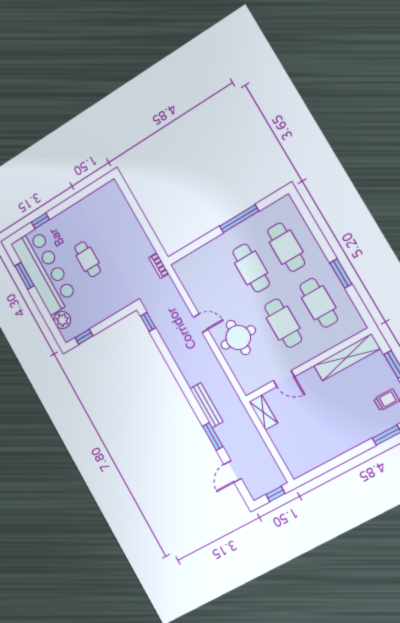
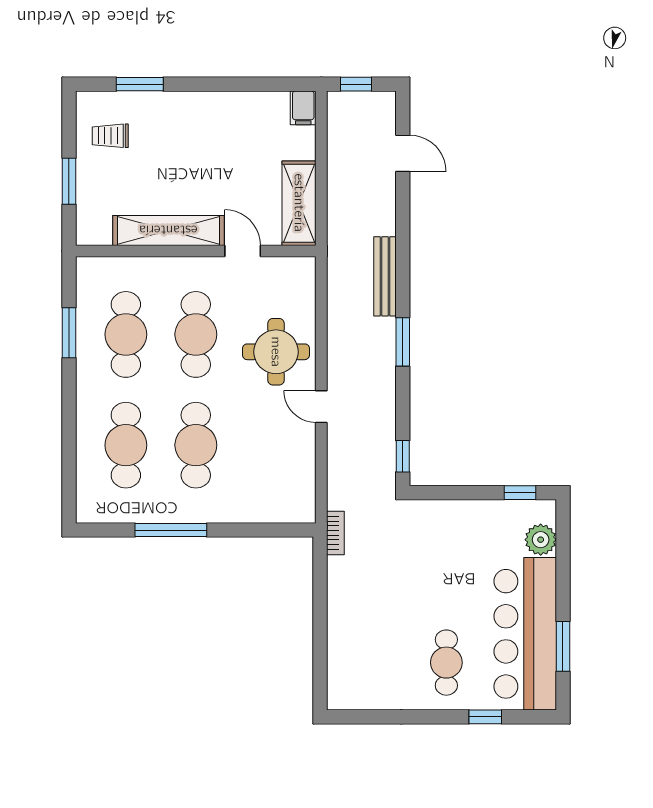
cafe table: (88, 259) -> (446, 663), moved
window: (341, 273) -> (69, 333), moved
shelving: (347, 357) -> (168, 230), moved
shelving: (263, 412) -> (299, 203), width x1.50, depth x1.33
window: (213, 436) -> (403, 342), moved
filing cabinet: (295, 468) -> (303, 108), added
door: (233, 471) -> (403, 153), hinge flipped

